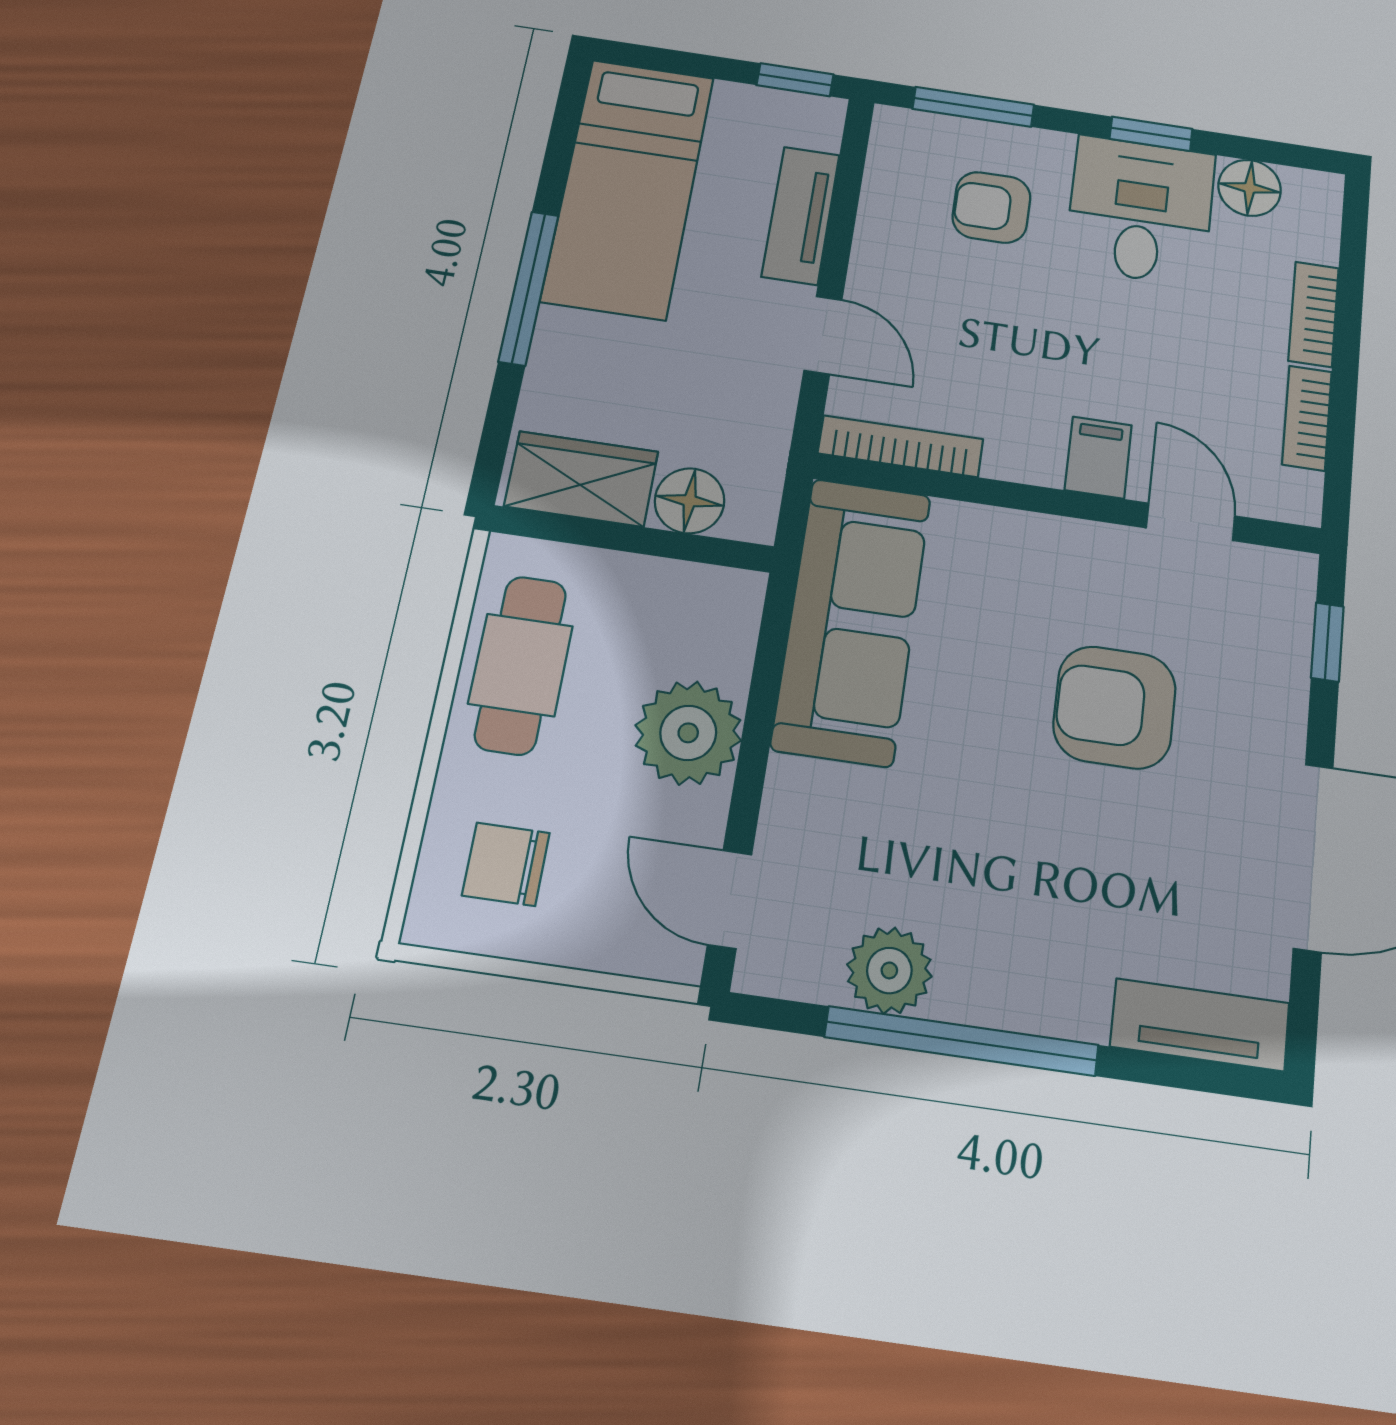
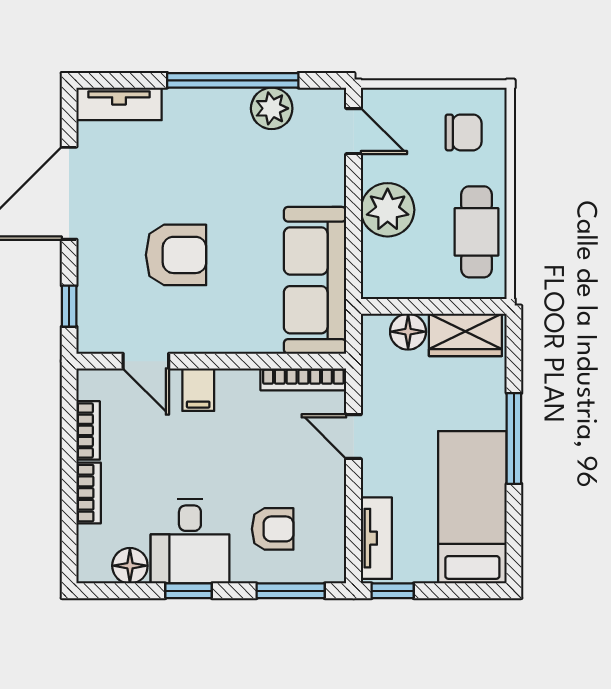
tv unit: (801, 215) -> (376, 538), moved

